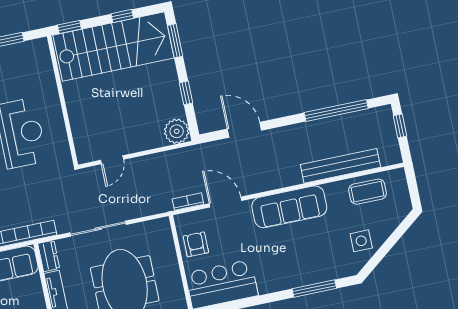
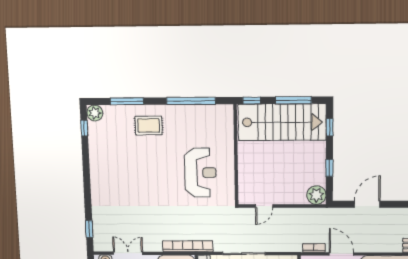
window: (122, 16) -> (293, 100), width x2.17
window: (175, 41) -> (330, 127), width x0.67
door: (244, 130) -> (367, 204), hinge flipped

